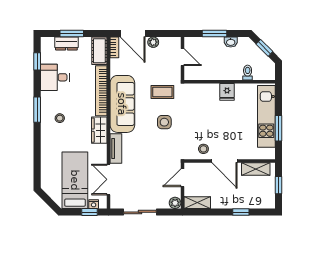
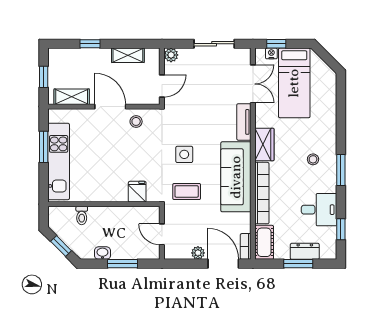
fridge: (227, 92) -> (137, 192), moved
shelving: (197, 203) -> (128, 55), moved

